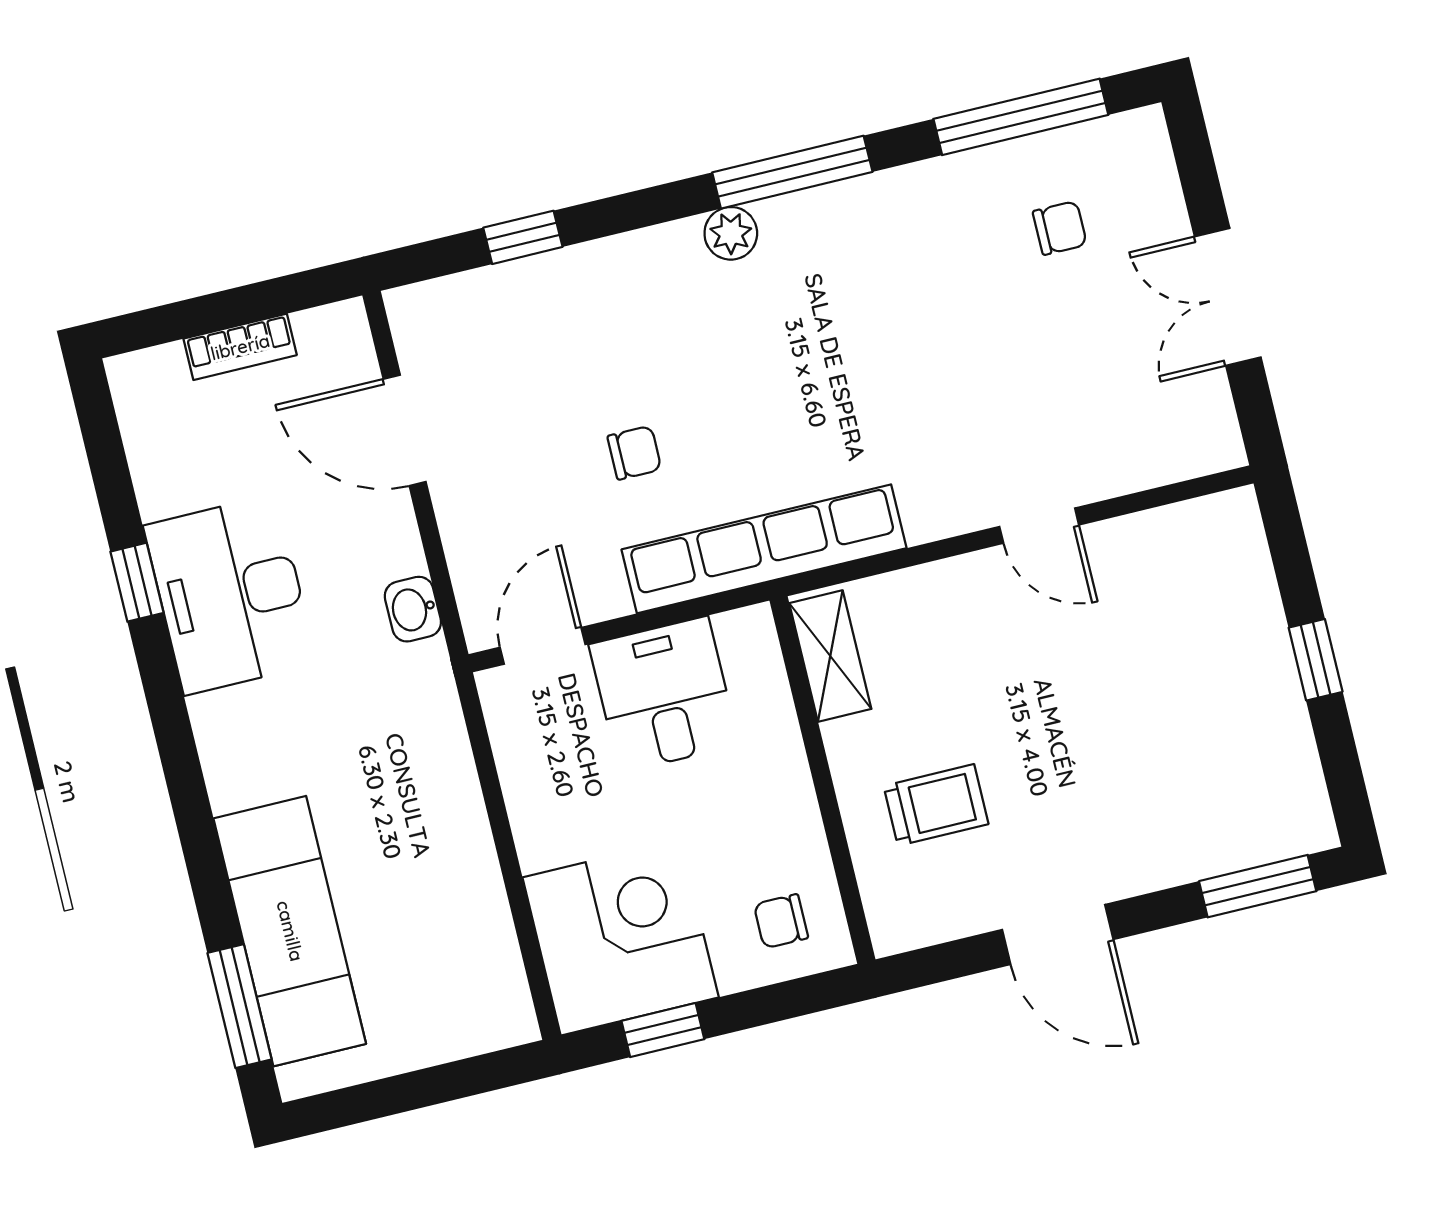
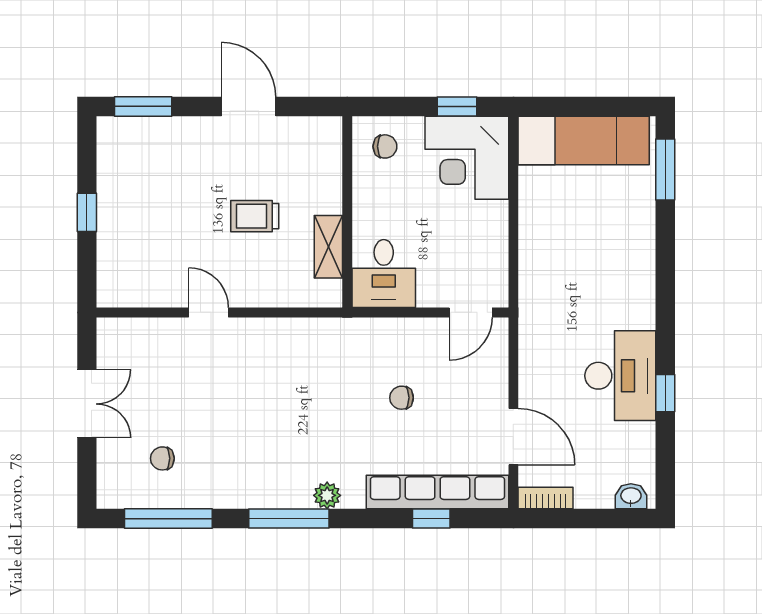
bookcase: (240, 347) -> (546, 498), moved
row of seats: (764, 549) -> (437, 492), moved, turned 180
washbasin: (413, 609) -> (631, 496), moved, turned -90
shelving: (830, 656) -> (328, 247), moved
desk: (664, 695) -> (384, 274), moved
trolley: (936, 805) -> (255, 216), moved
exam couch: (290, 931) -> (584, 140), moved, turned -90

